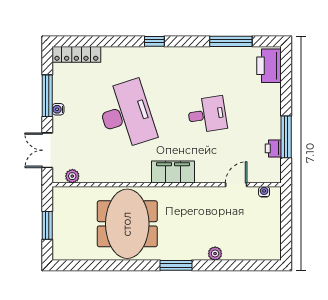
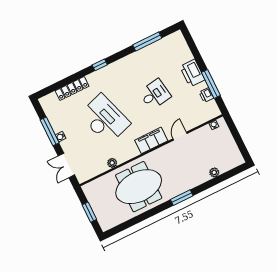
locker: (76, 54) -> (72, 88), moved
printer: (269, 66) -> (192, 73), moved
plant: (72, 176) -> (112, 163), moved
door: (236, 185) -> (180, 136), moved
meeting table: (127, 224) -> (139, 187), turned 90
plant: (215, 254) -> (214, 172), moved

